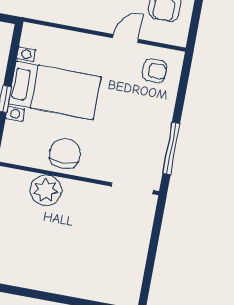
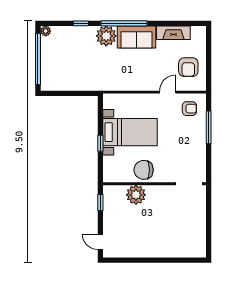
window: (171, 148) -> (209, 127), moved
chair: (65, 153) -> (144, 170), turned -90

